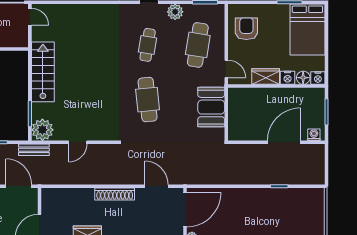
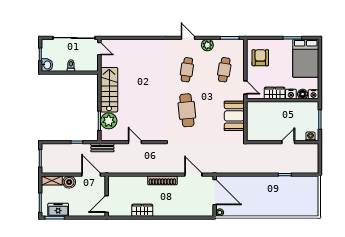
cafe table: (198, 45) -> (224, 70), width x0.73, depth x0.74
plant: (42, 130) -> (109, 121), moved
door: (78, 142) -> (135, 142), swing flipped
door: (284, 142) -> (288, 142), width x0.53
door: (185, 210) -> (215, 192), hinge flipped

